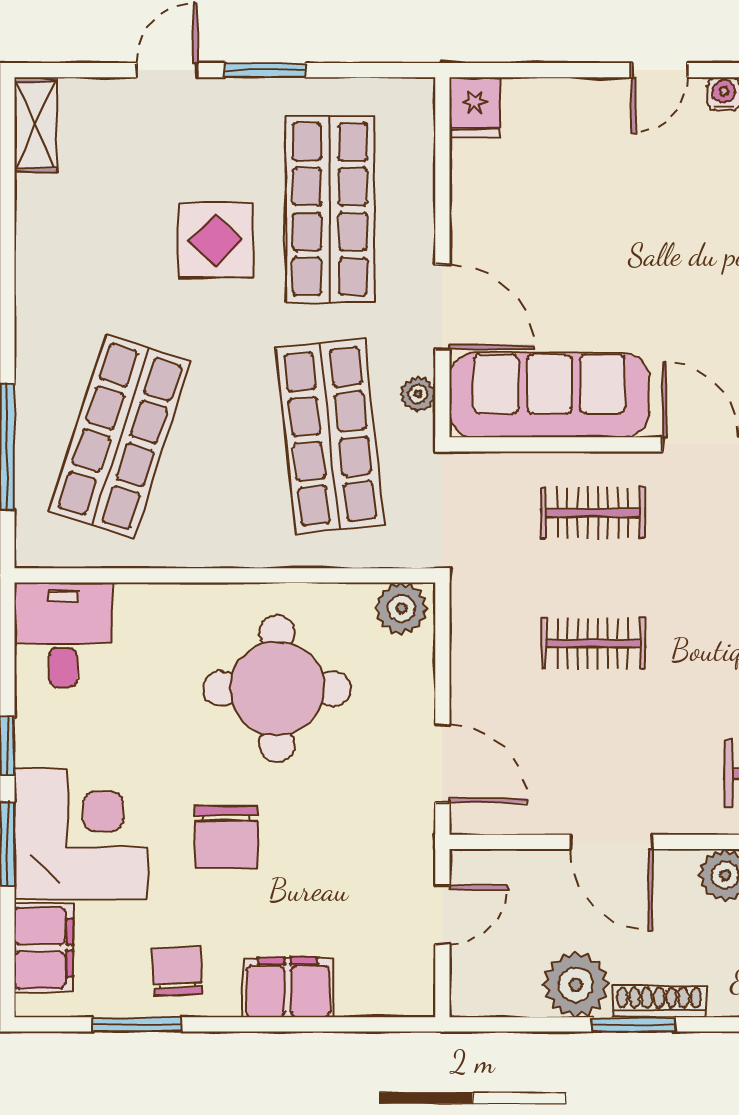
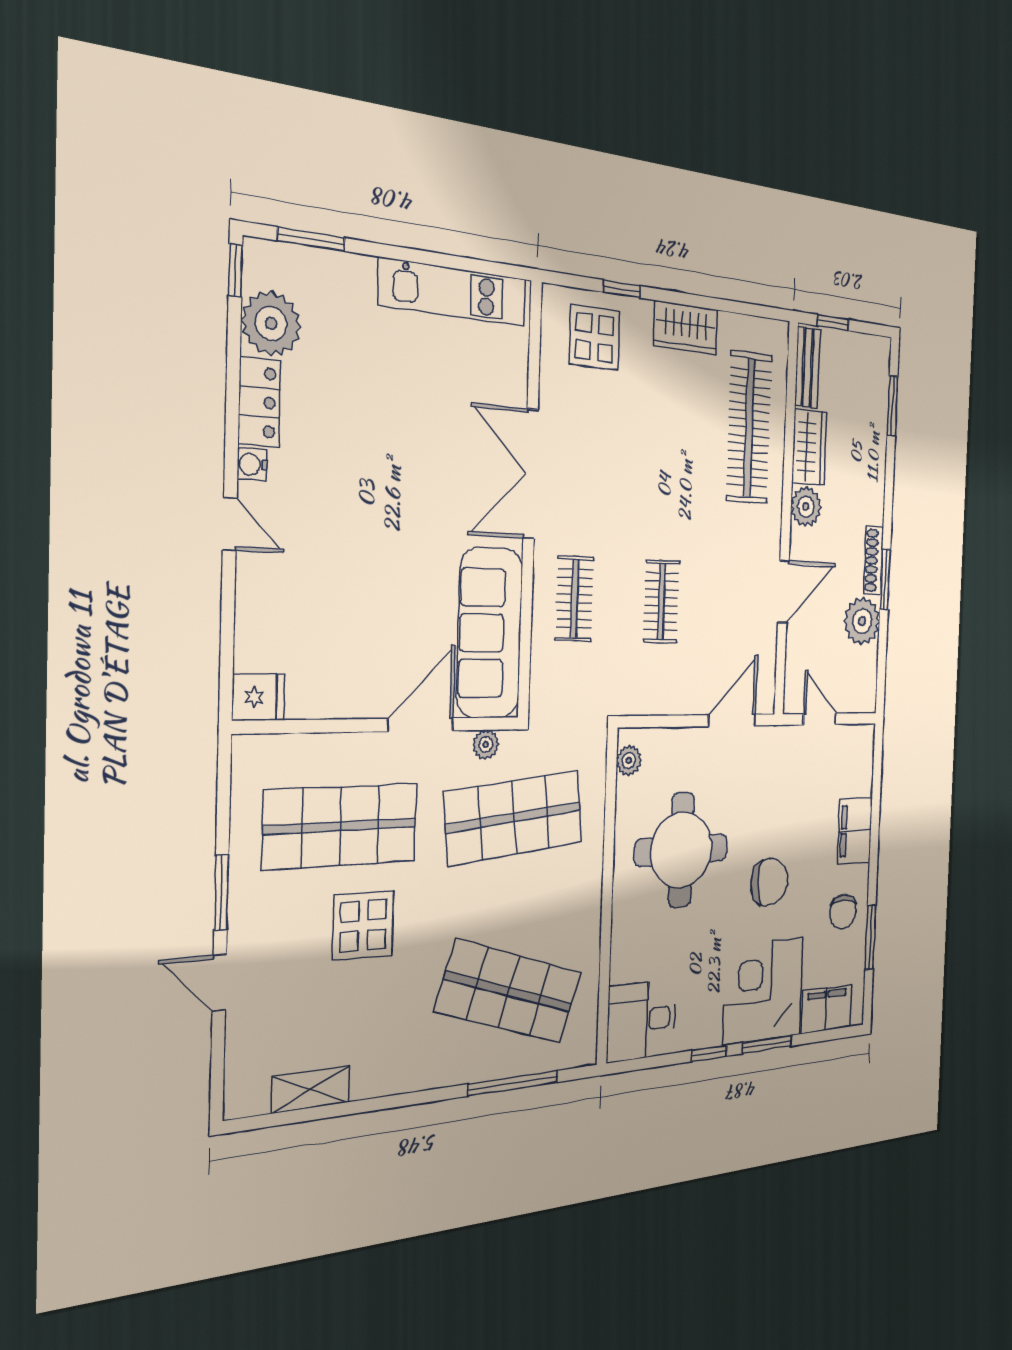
shelving: (35, 125) -> (311, 1090), moved
plant: (401, 608) -> (629, 760), width x0.73, depth x0.73
chair: (177, 971) -> (843, 912), turned -87

